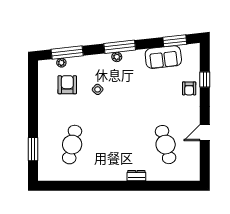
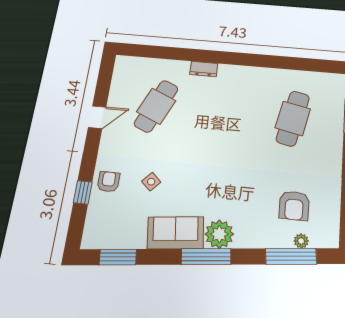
plant: (117, 57) -> (219, 234), width x1.88, depth x1.88
sofa: (163, 57) -> (176, 233), moved
side table: (98, 89) -> (151, 182), moved
cafe table: (166, 145) -> (156, 106), turned 39

